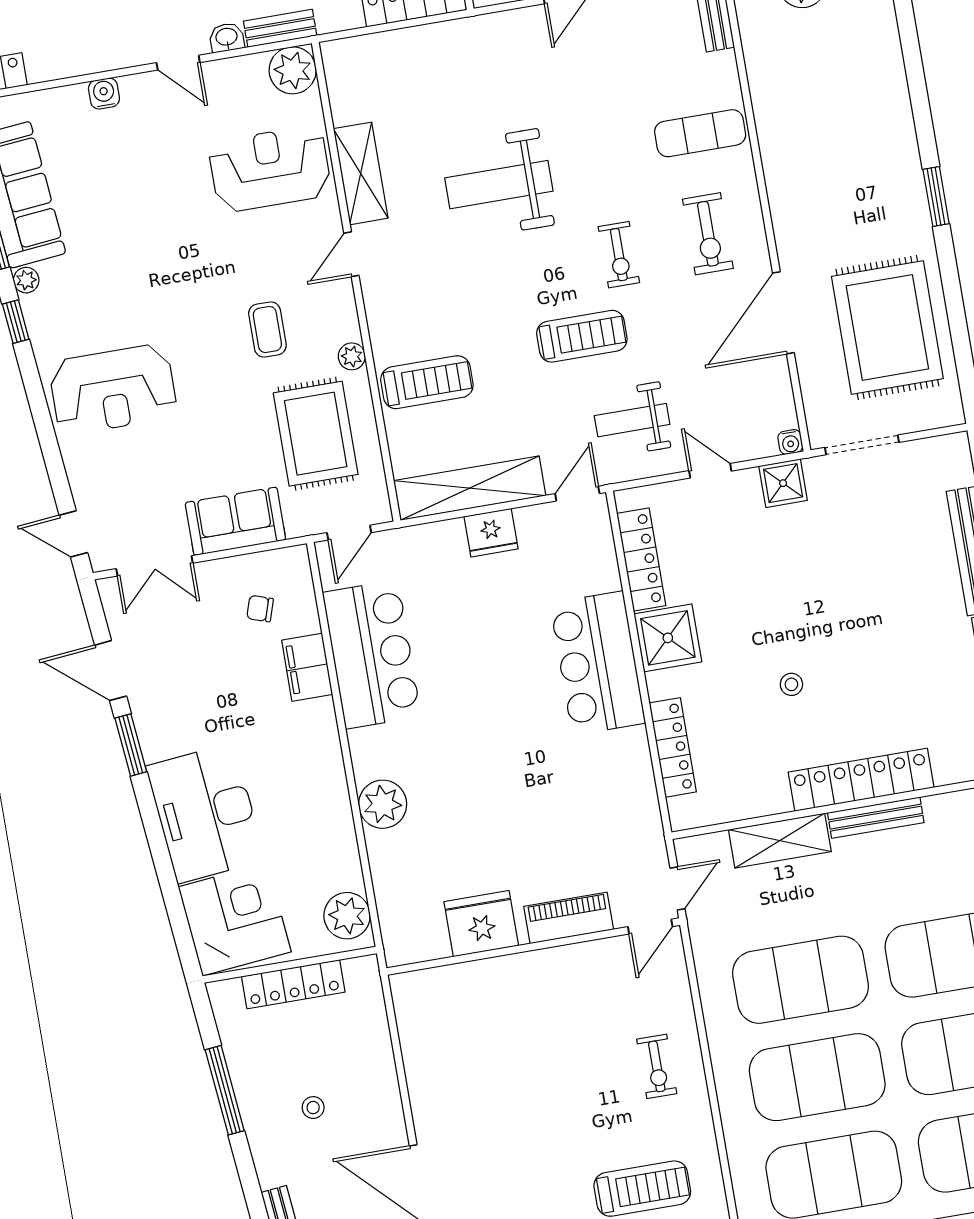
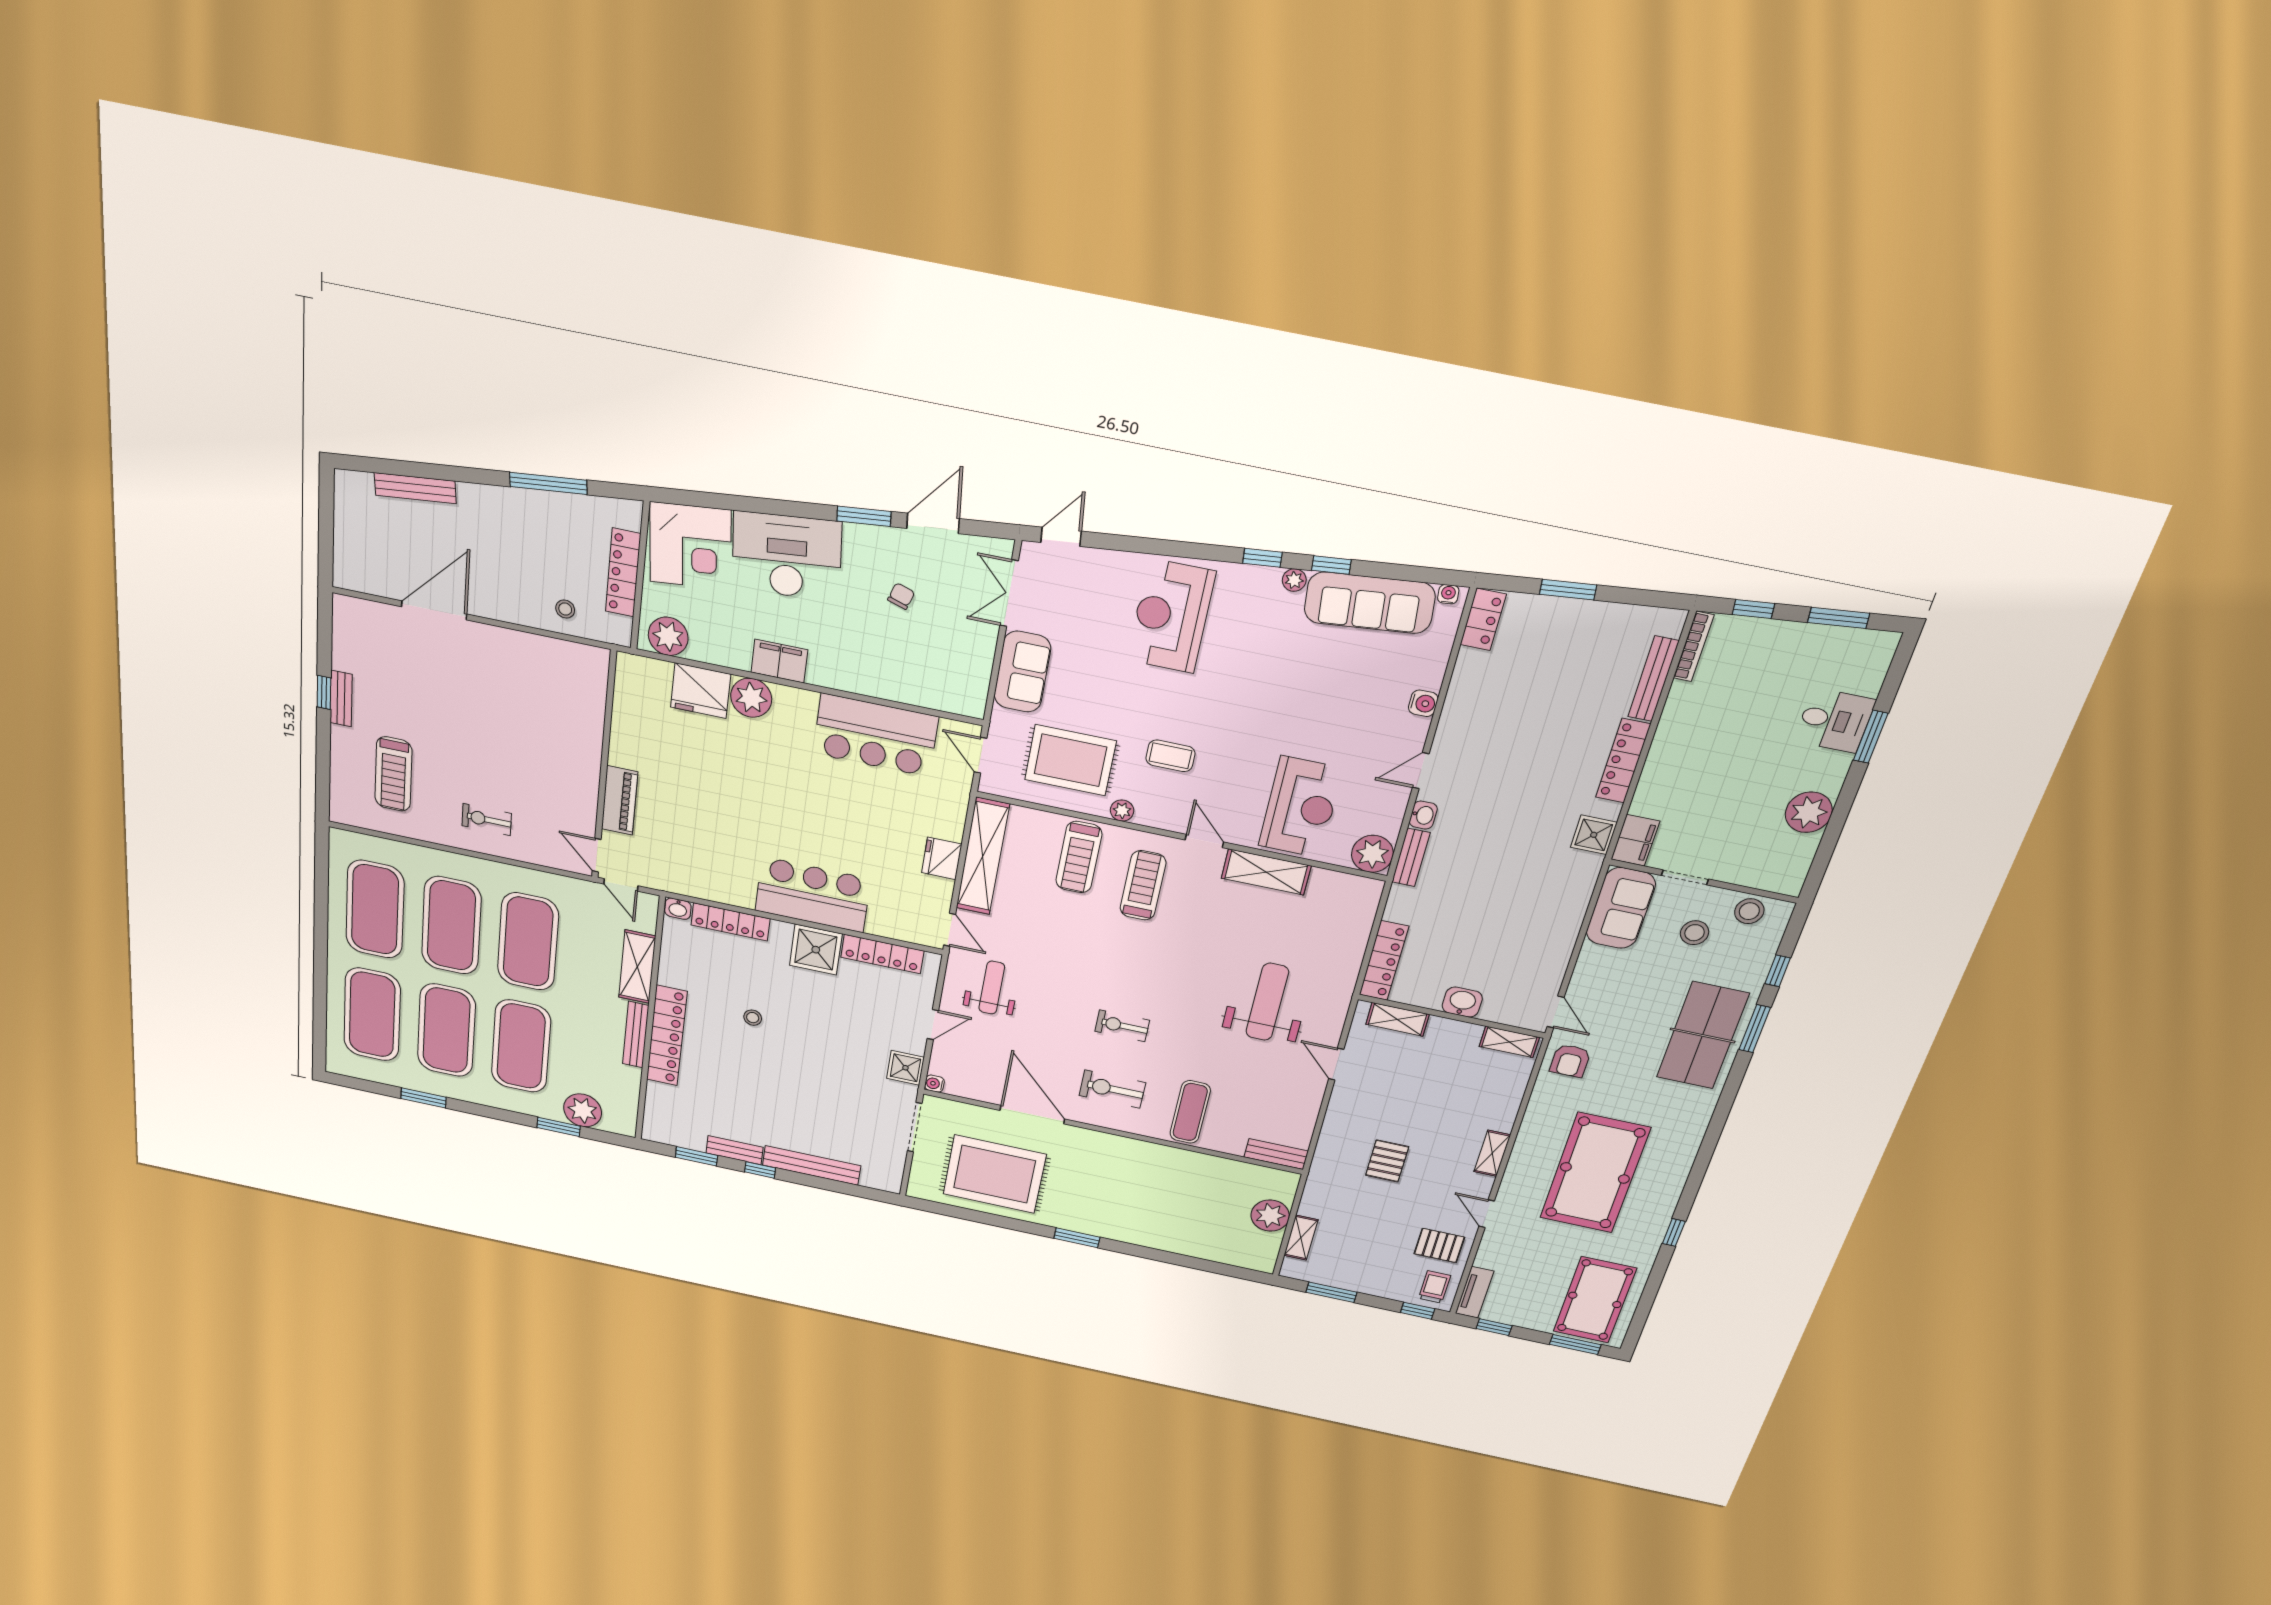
weight bench: (499, 185) -> (1267, 1002), moved
treadmill: (582, 336) -> (1143, 885), moved, turned 180
chair: (260, 609) -> (901, 596), moved
filing cabinet: (307, 667) -> (779, 661), moved
washbasin: (681, 814) -> (678, 909), added
fridge: (481, 924) -> (701, 691), moved, turned 90
stool: (313, 1108) -> (565, 609), moved

